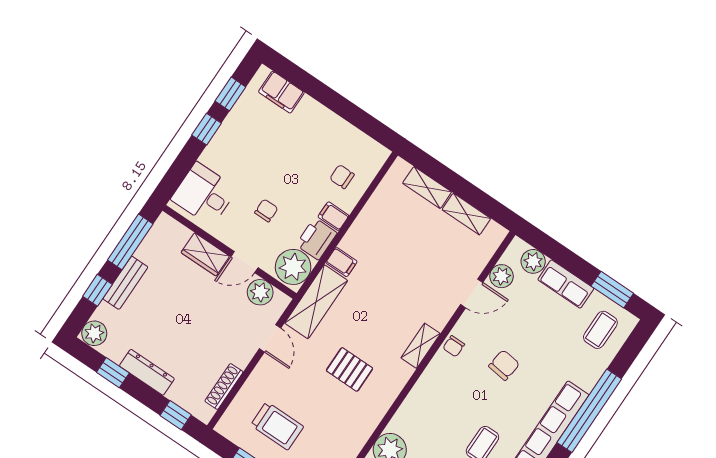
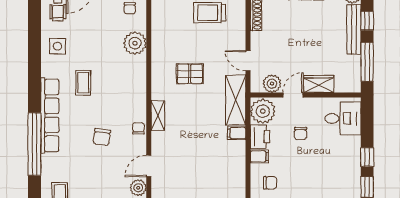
bench: (125, 283) -> (354, 29), width x1.36

